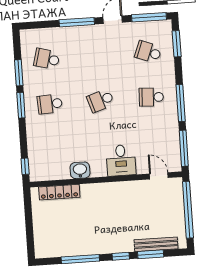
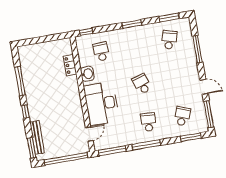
window: (77, 22) -> (197, 49), moved
window: (19, 73) -> (169, 18), moved
school desk: (50, 104) -> (101, 52), moved
desk: (121, 160) -> (101, 103), width x1.87, depth x1.30
locker: (59, 192) -> (70, 65), width x0.66
window: (151, 254) -> (32, 148), moved

